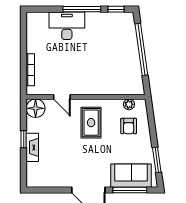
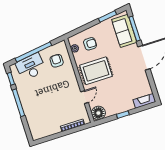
desk: (67, 26) -> (31, 67), moved, turned 82
armchair: (120, 76) -> (57, 61), added
rug: (91, 123) -> (96, 71), width x1.36, depth x1.43
fireplace: (32, 147) -> (144, 101), moved

